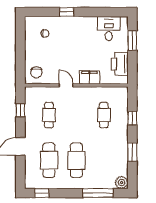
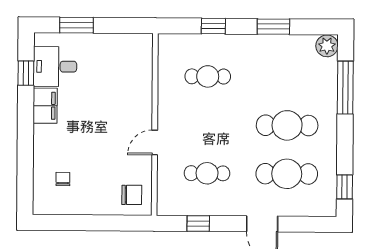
window: (67, 12) -> (26, 73), moved
printer: (120, 64) -> (118, 48), removed
filing cabinet: (89, 77) -> (45, 106), moved, turned 180

